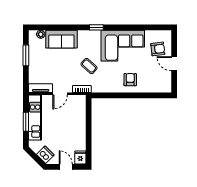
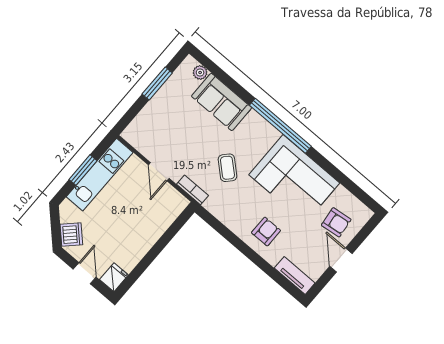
window: (96, 27) -> (280, 126), width x3.17
tv unit: (41, 88) -> (295, 275), moved
door: (60, 94) -> (159, 172), hinge flipped

